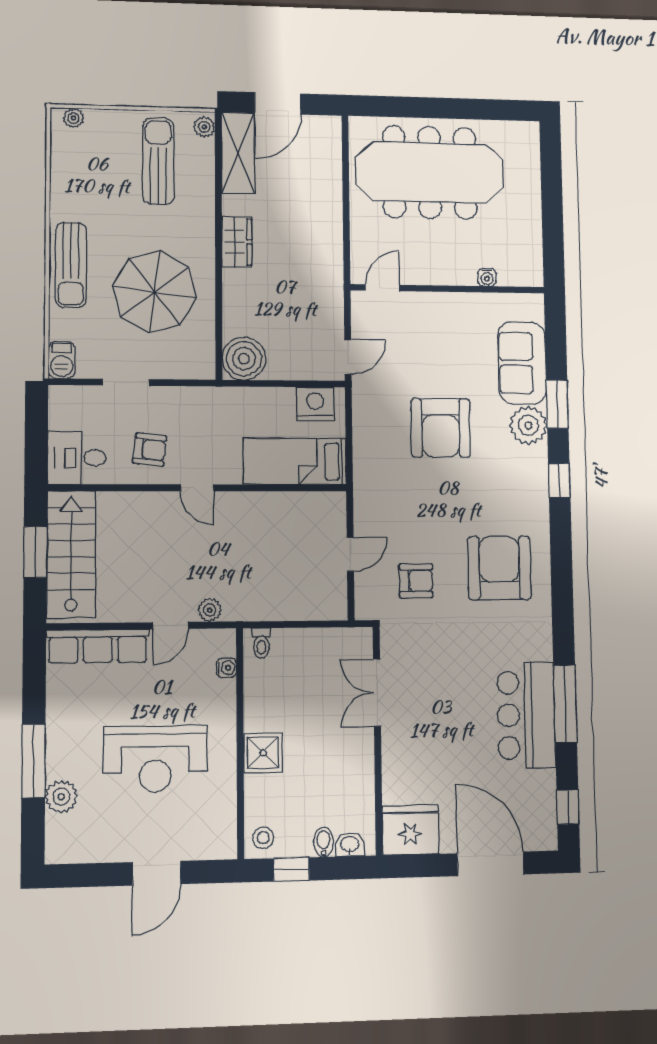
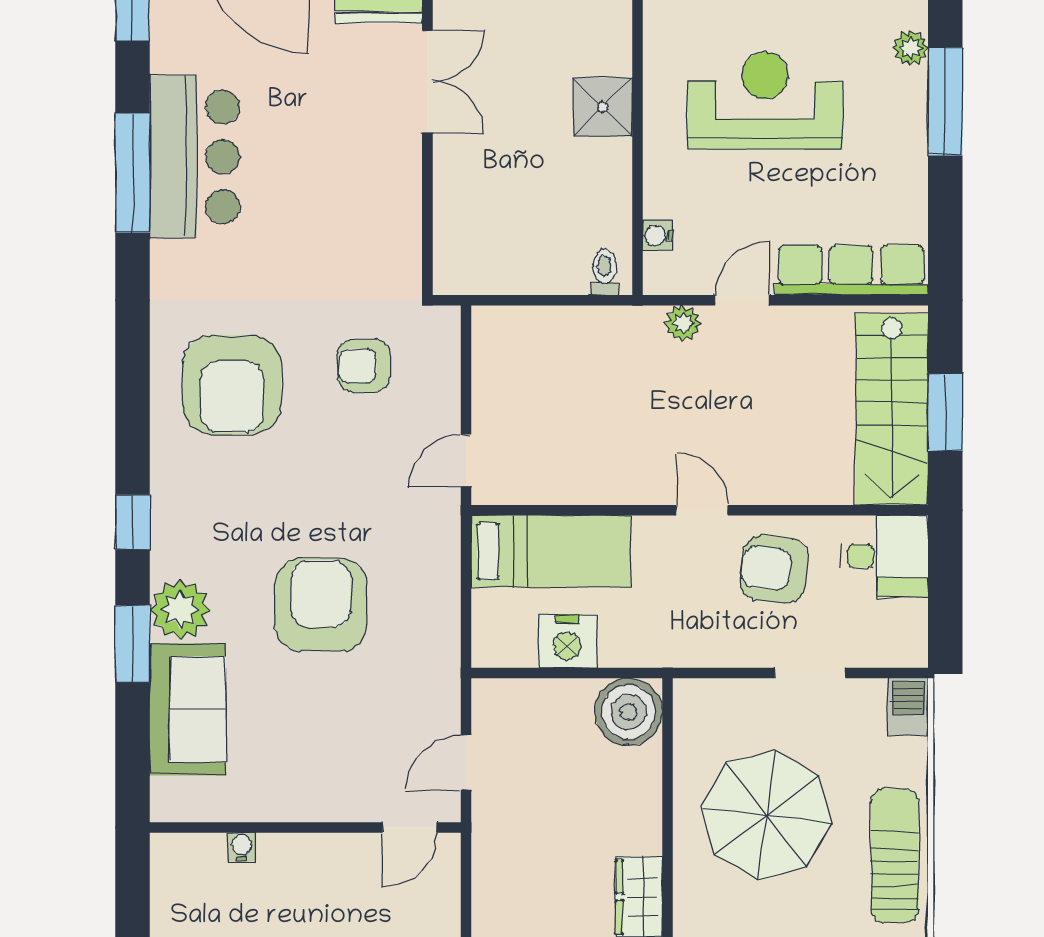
door: (348, 357) -> (466, 762), moved
nightstand: (315, 404) -> (567, 642), moved
armchair: (150, 450) -> (774, 569), width x1.38, depth x1.38
door: (350, 554) -> (466, 461), moved
double door: (377, 693) -> (427, 82), moved
plant: (61, 797) -> (911, 48), width x0.73, depth x0.73

